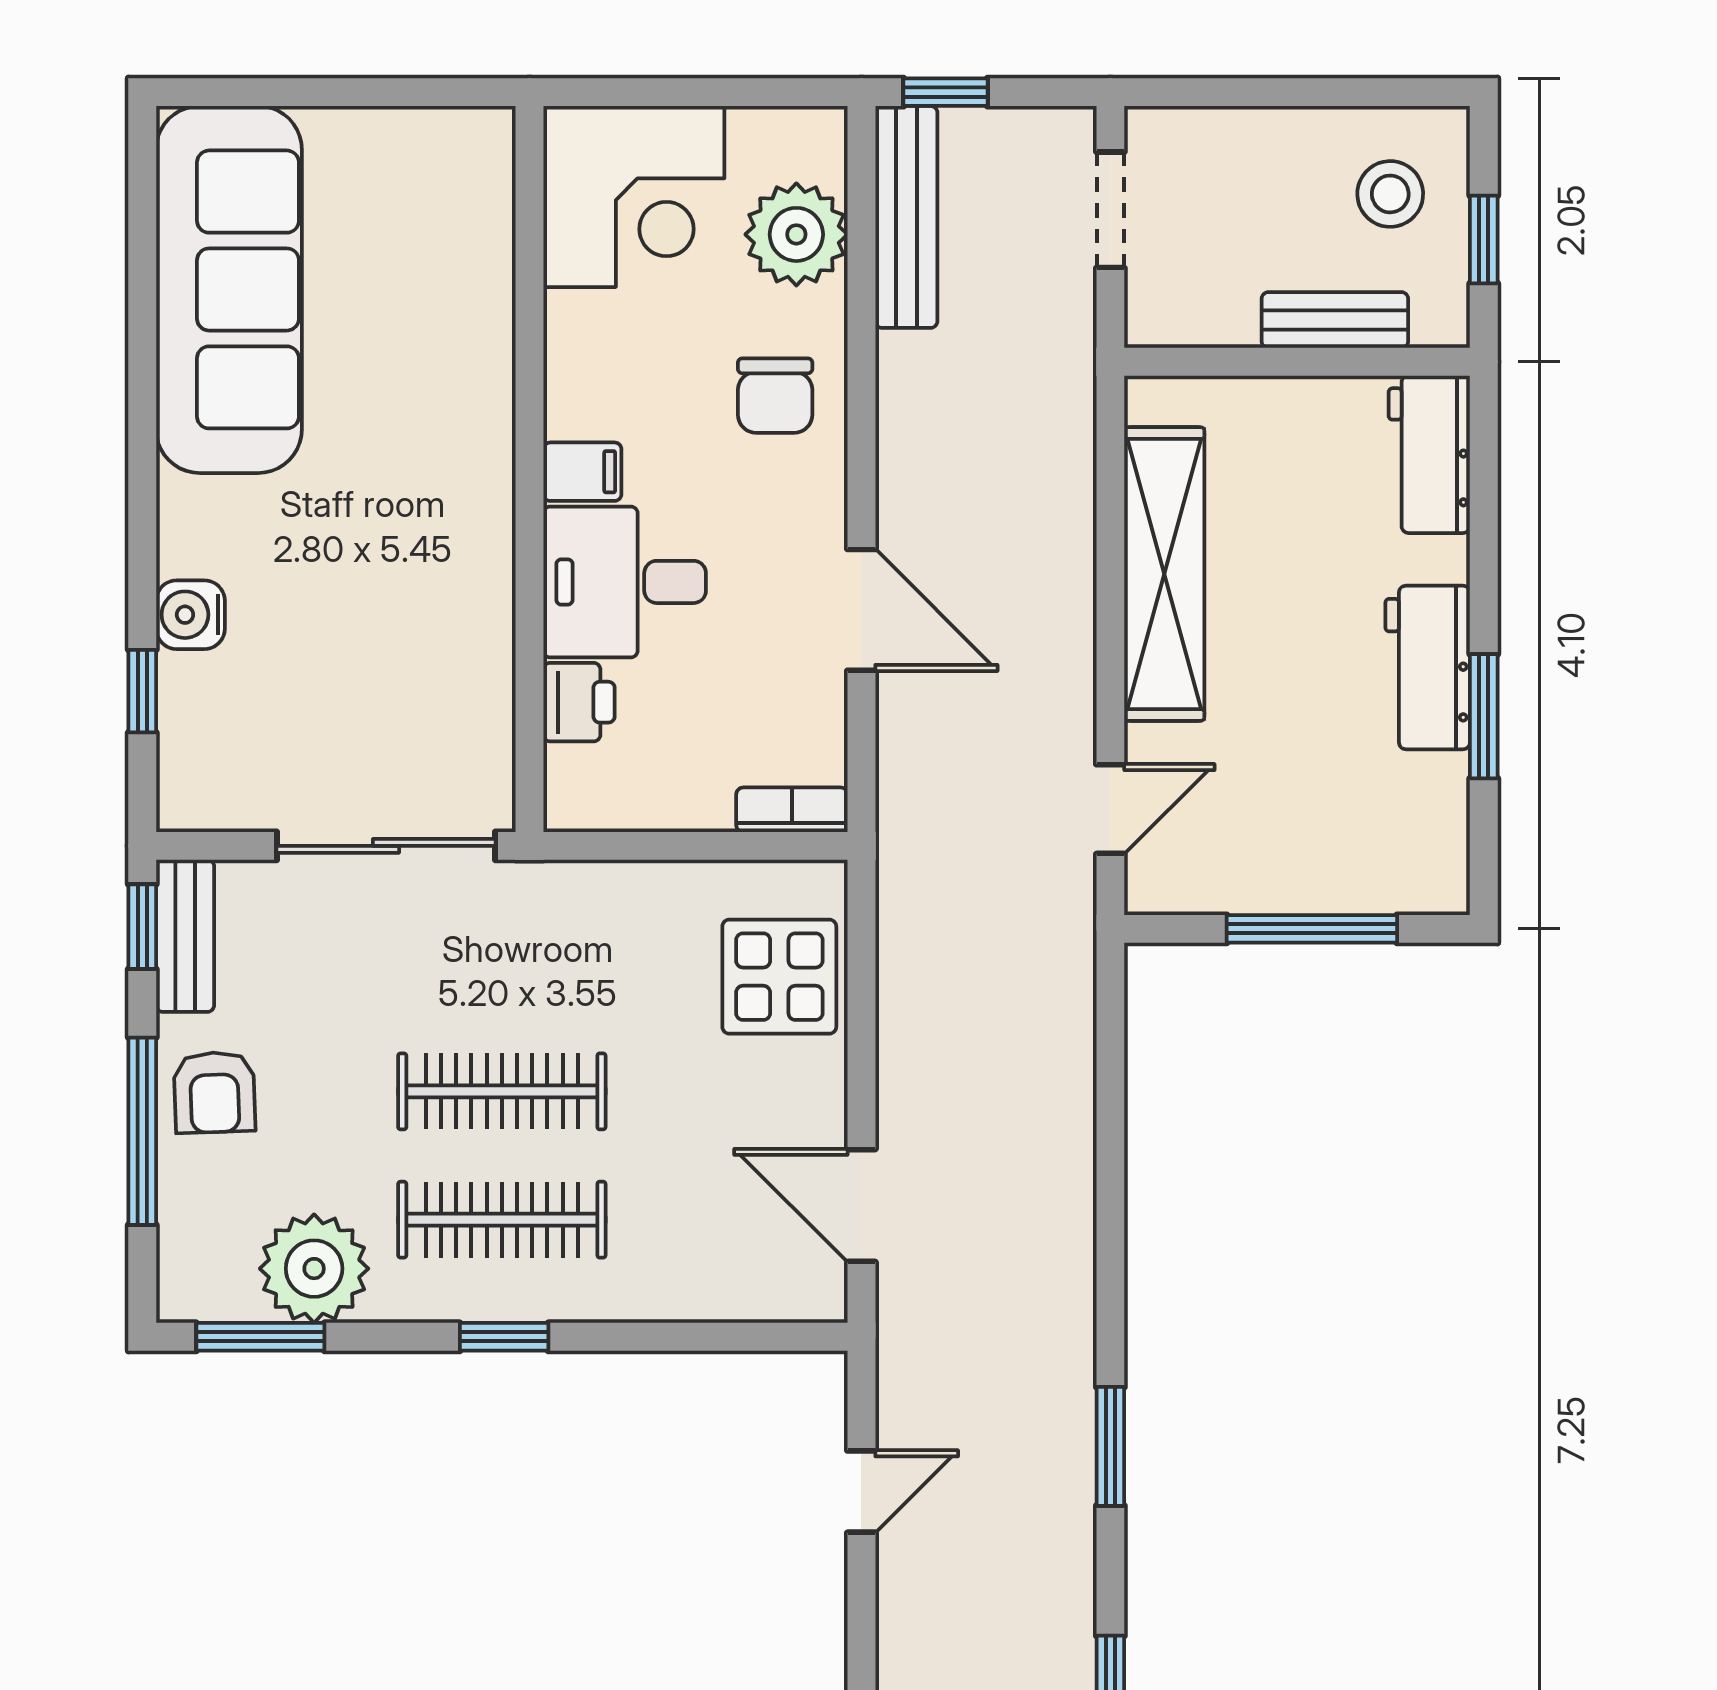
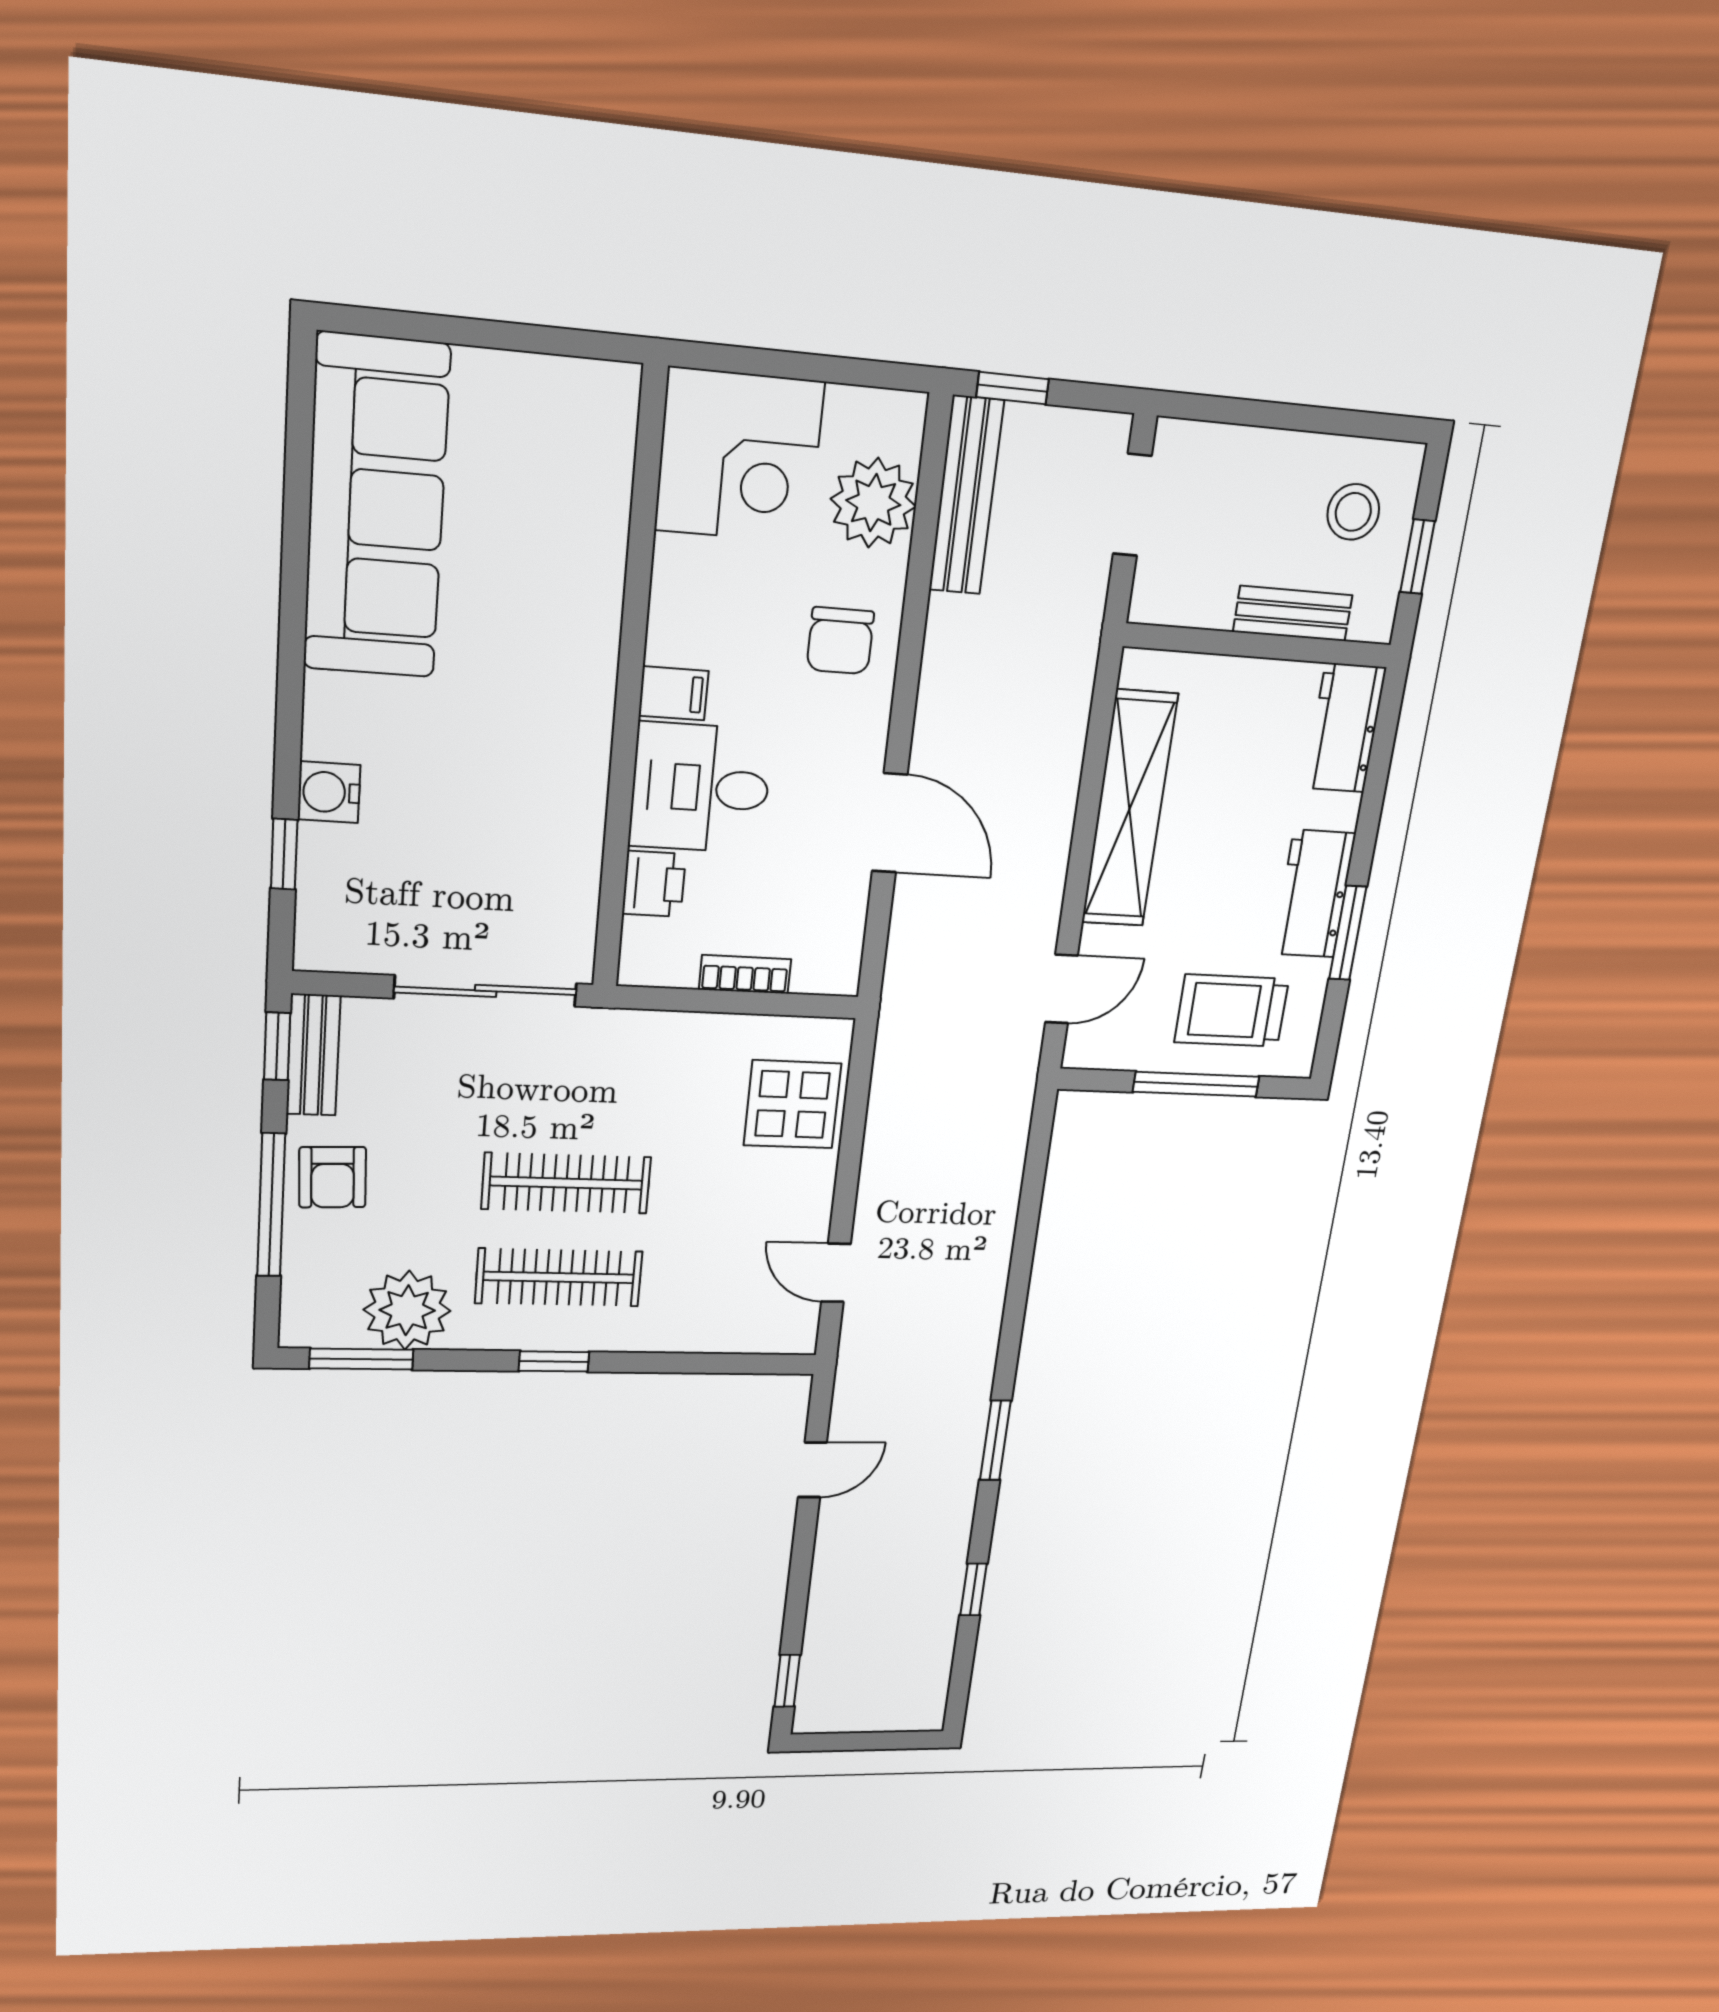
bookcase: (792, 810) -> (745, 974), moved
trolley: (1344, 827) -> (1232, 1011), added
door: (861, 1206) -> (836, 1273), width x0.73

